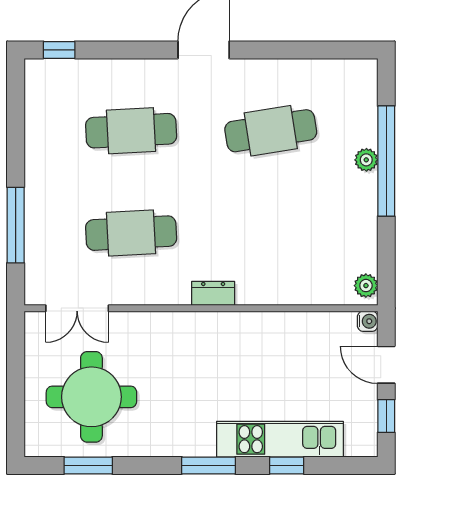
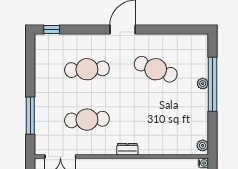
cafe table: (271, 131) -> (156, 69), turned 30

